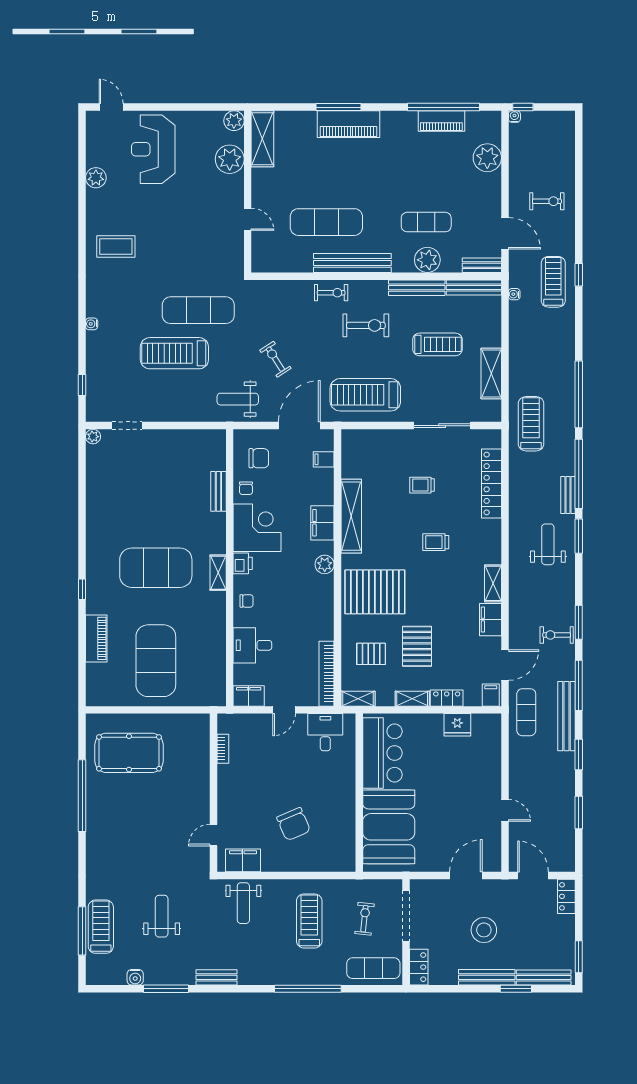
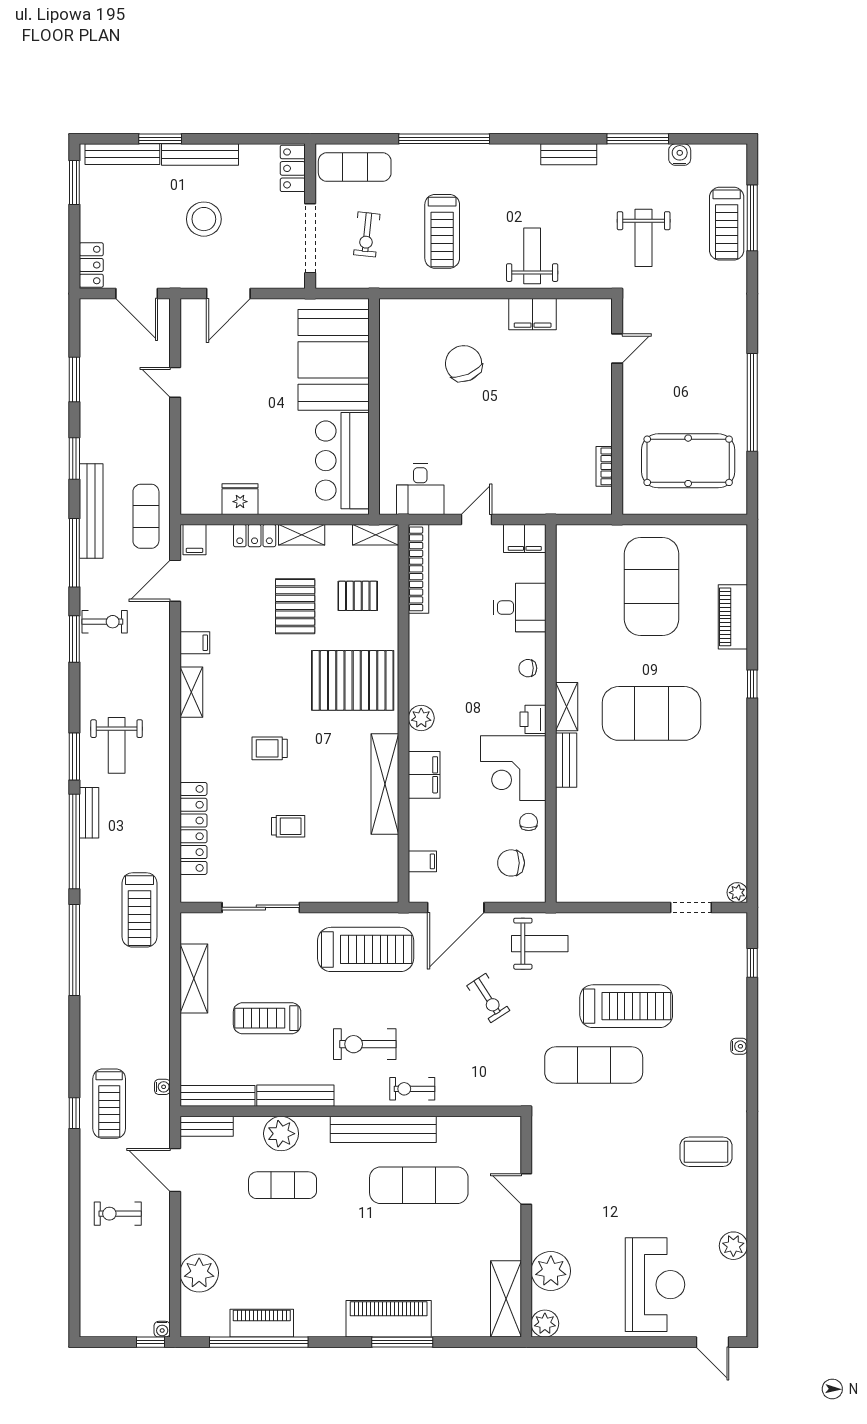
bench: (218, 491) -> (566, 760), moved
trolley: (436, 542) -> (270, 748), turned 180
filing cabinet: (490, 620) -> (195, 643), width x0.50
bookcase: (223, 749) -> (604, 466), moved
wall: (213, 793) -> (617, 407), moved
door: (213, 835) -> (617, 349), moved

